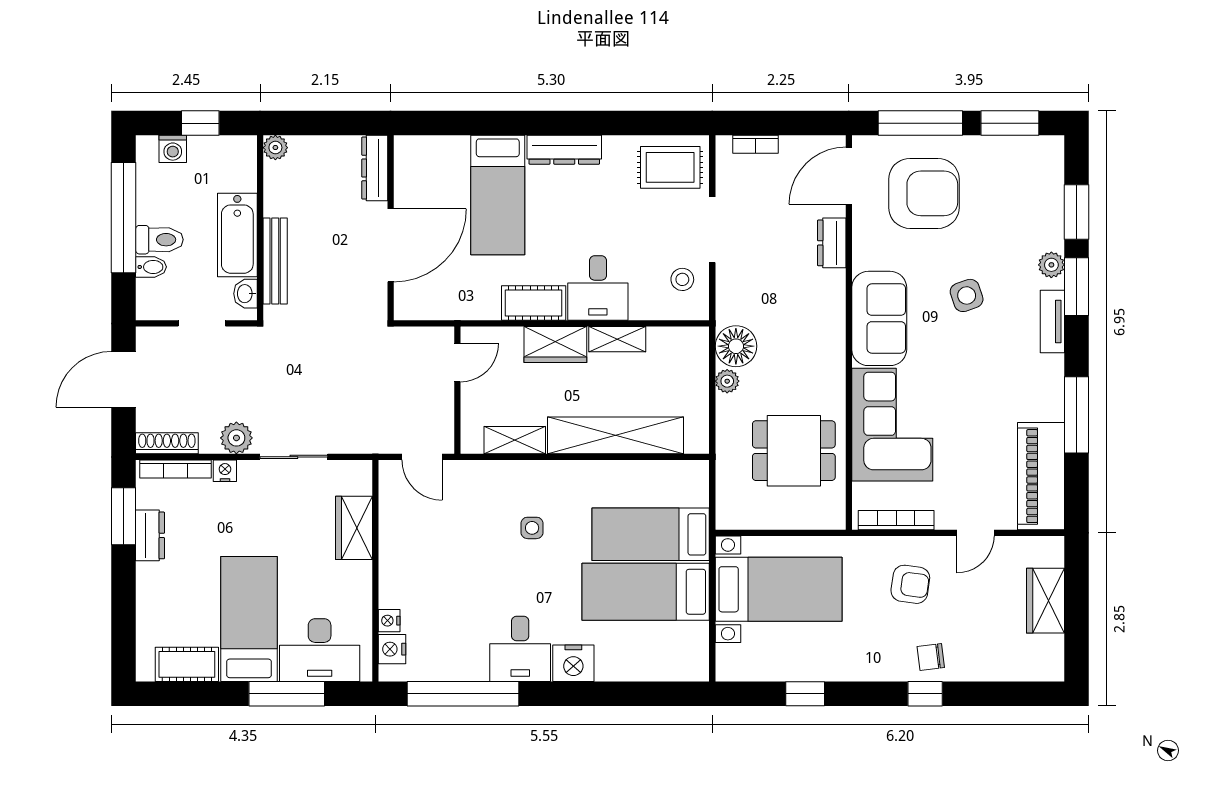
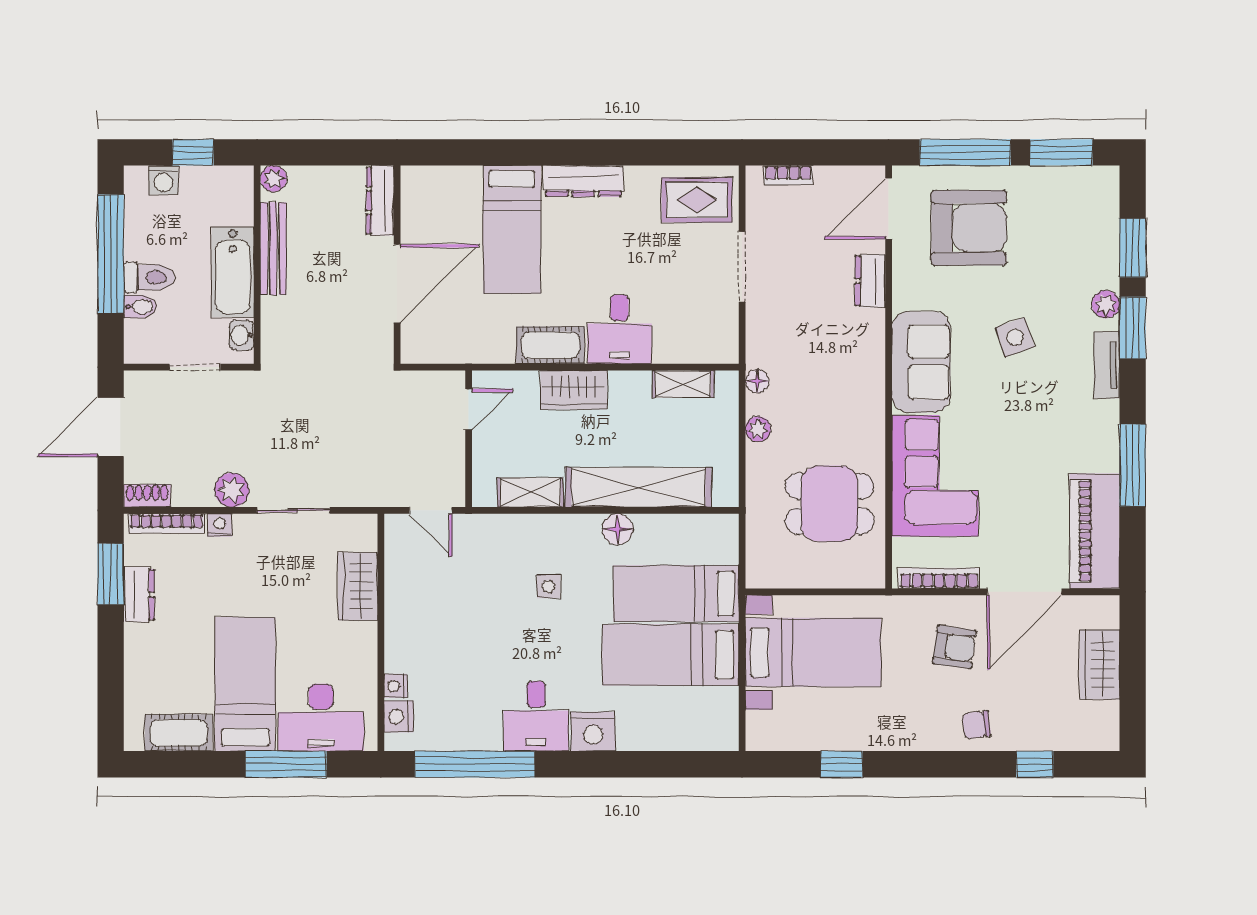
bench: (275, 261) -> (273, 249), moved
stool: (682, 279) -> (710, 320), removed
shelving: (617, 339) -> (683, 384), moved
floor lamp: (736, 346) -> (757, 381), width x0.53, depth x0.53
shoe rack: (167, 443) -> (147, 496), width x0.70
floor lamp: (596, 474) -> (618, 529), added
door: (975, 533) -> (1024, 592), width x1.87
window: (925, 694) -> (1035, 764), moved

